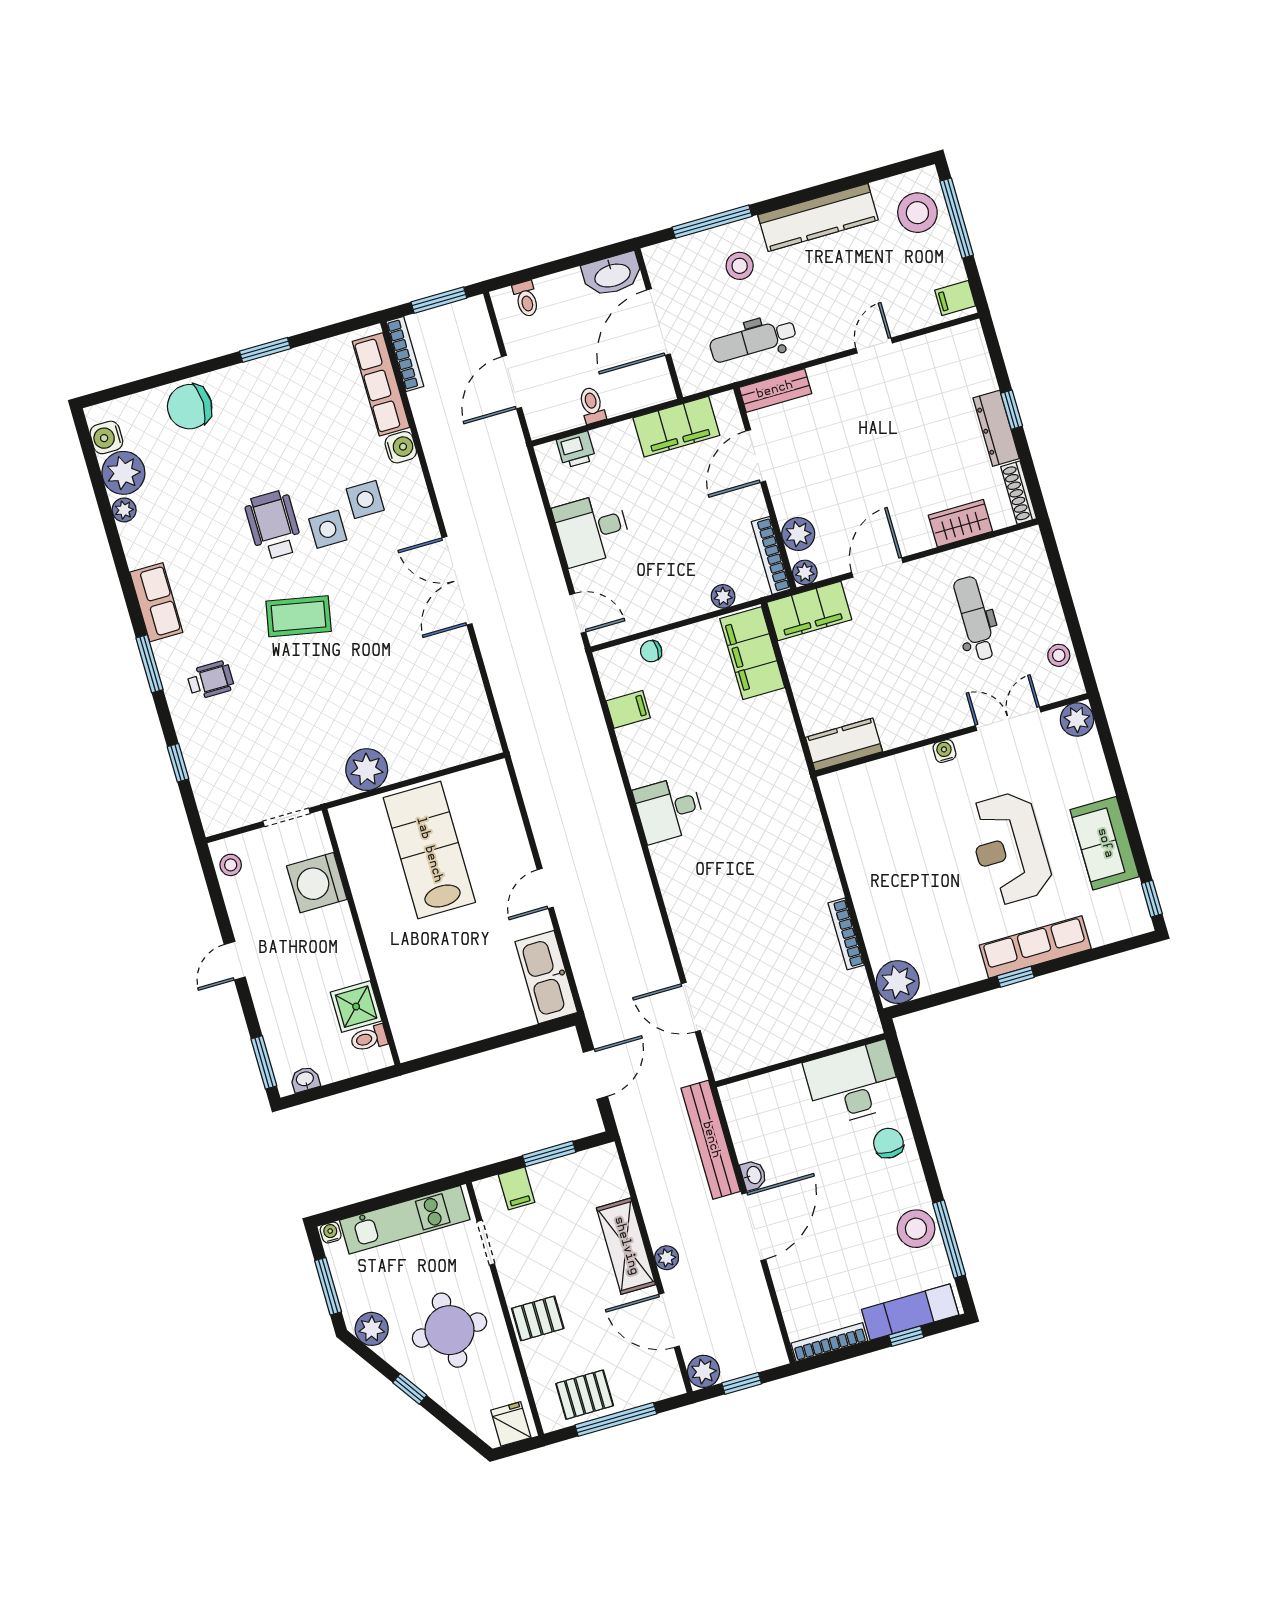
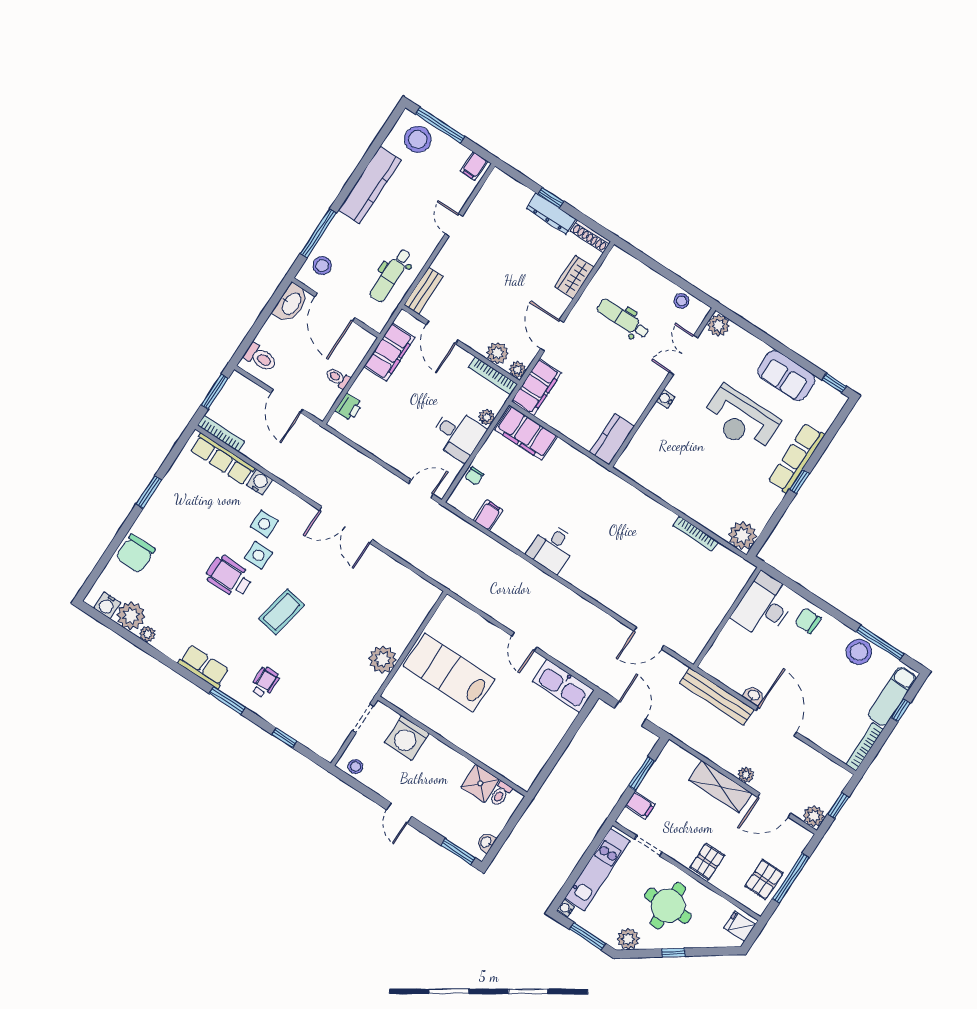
stool: (740, 266) -> (322, 266), moved
toilet: (526, 299) -> (260, 358), width x1.37, depth x1.39
desk: (592, 529) -> (458, 435), moved, turned -90

